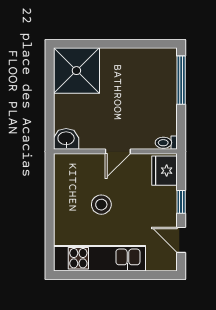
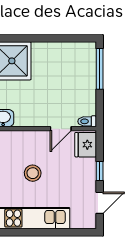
door: (118, 151) -> (61, 129), moved
door: (181, 240) -> (100, 203), swing flipped

